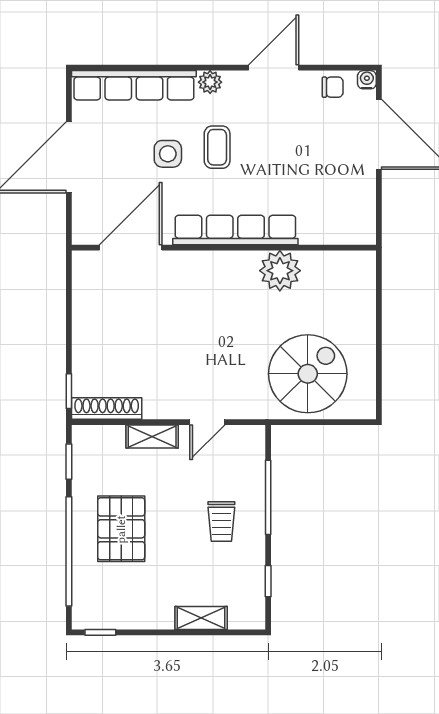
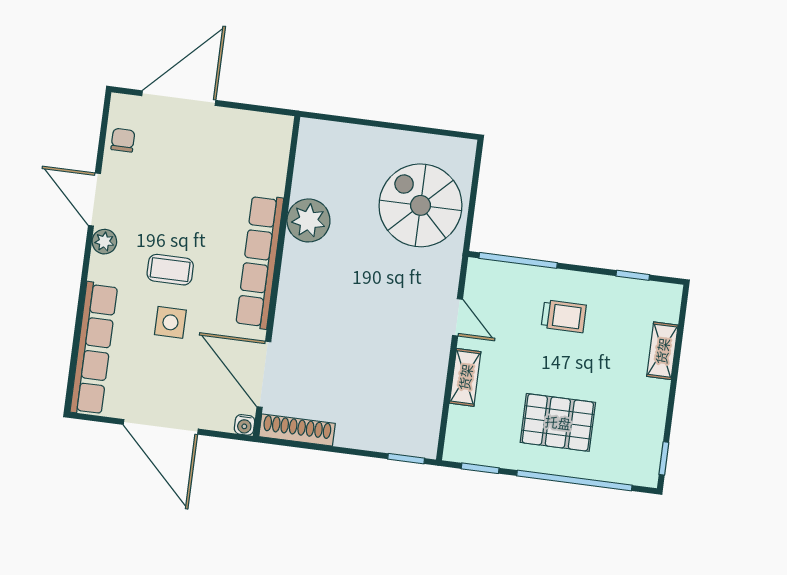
water cooler: (367, 80) -> (245, 425), moved, turned -90
plant: (210, 82) -> (104, 242), moved
shoe rack: (107, 408) -> (297, 430), moved, turned 90
window: (268, 497) -> (518, 260), moved

